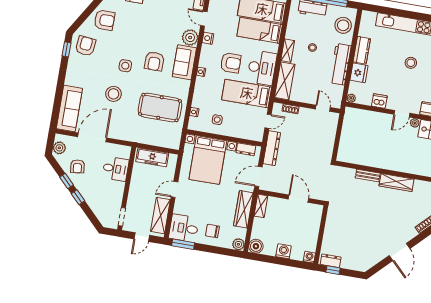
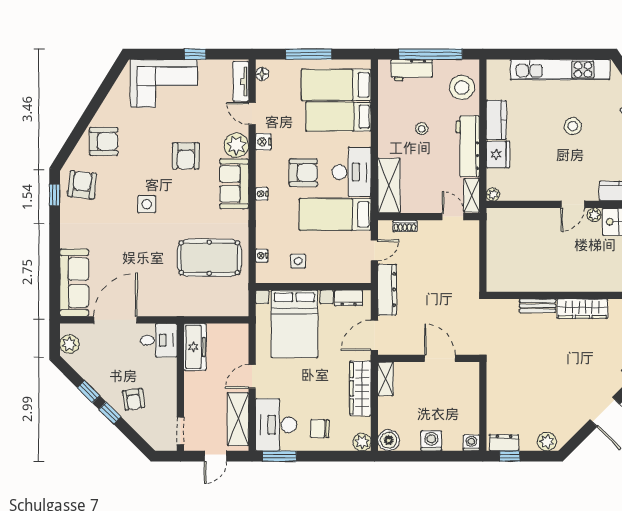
shelving: (288, 51) -> (472, 195), moved
armchair: (154, 61) -> (186, 156), moved
stool: (113, 94) -> (136, 249), removed
dishwasher: (379, 101) -> (536, 191), removed
freezer: (152, 157) -> (195, 347), moved, turned -90
armchair: (77, 166) -> (134, 399), moved
desk: (116, 169) -> (159, 340), moved
desk: (184, 228) -> (276, 425), width x1.37
plant: (359, 265) -> (547, 442), added

